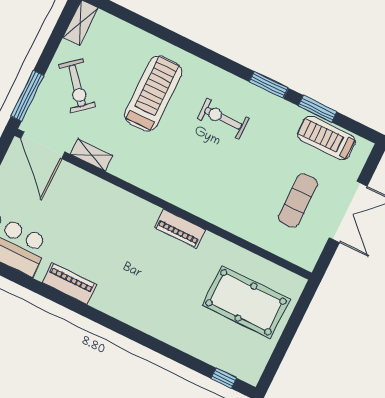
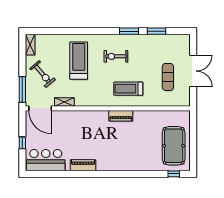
treadmill: (326, 138) -> (128, 89), moved
pool table: (246, 302) -> (174, 146), moved, turned 90

